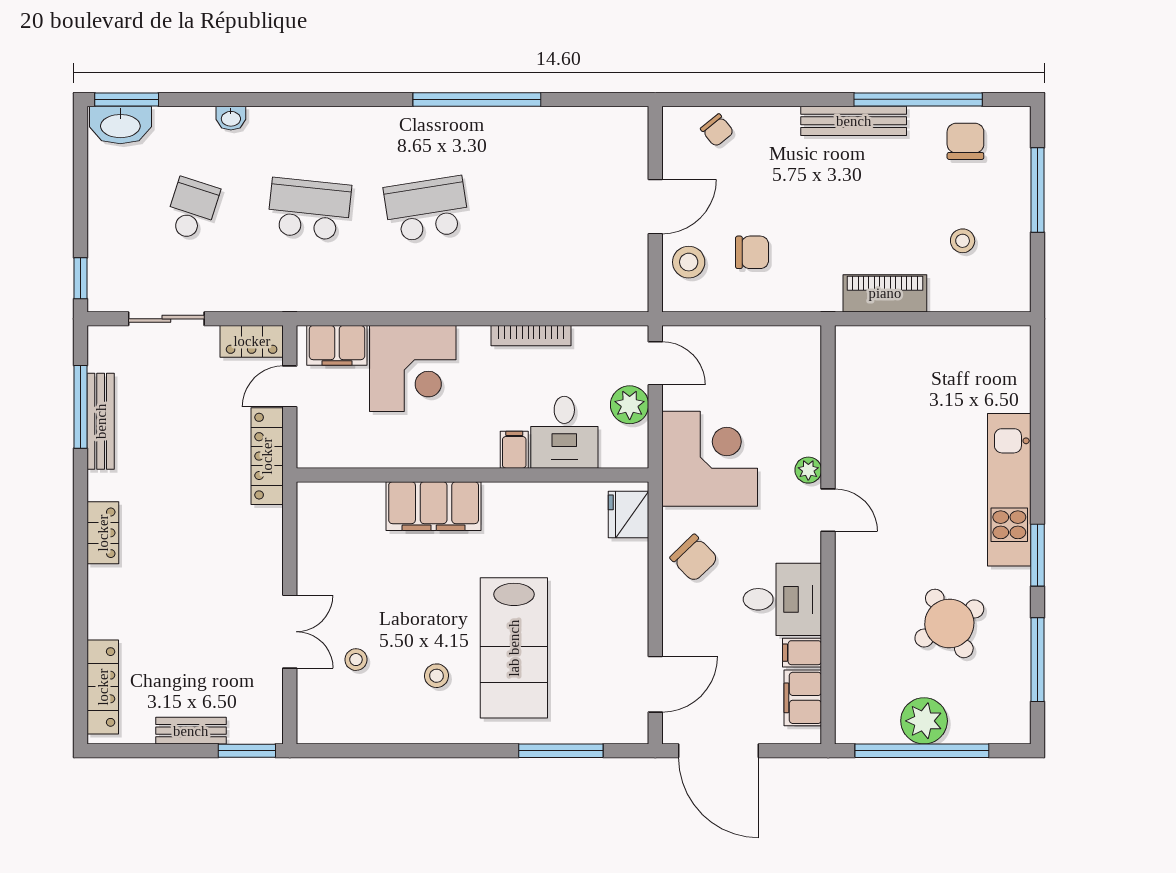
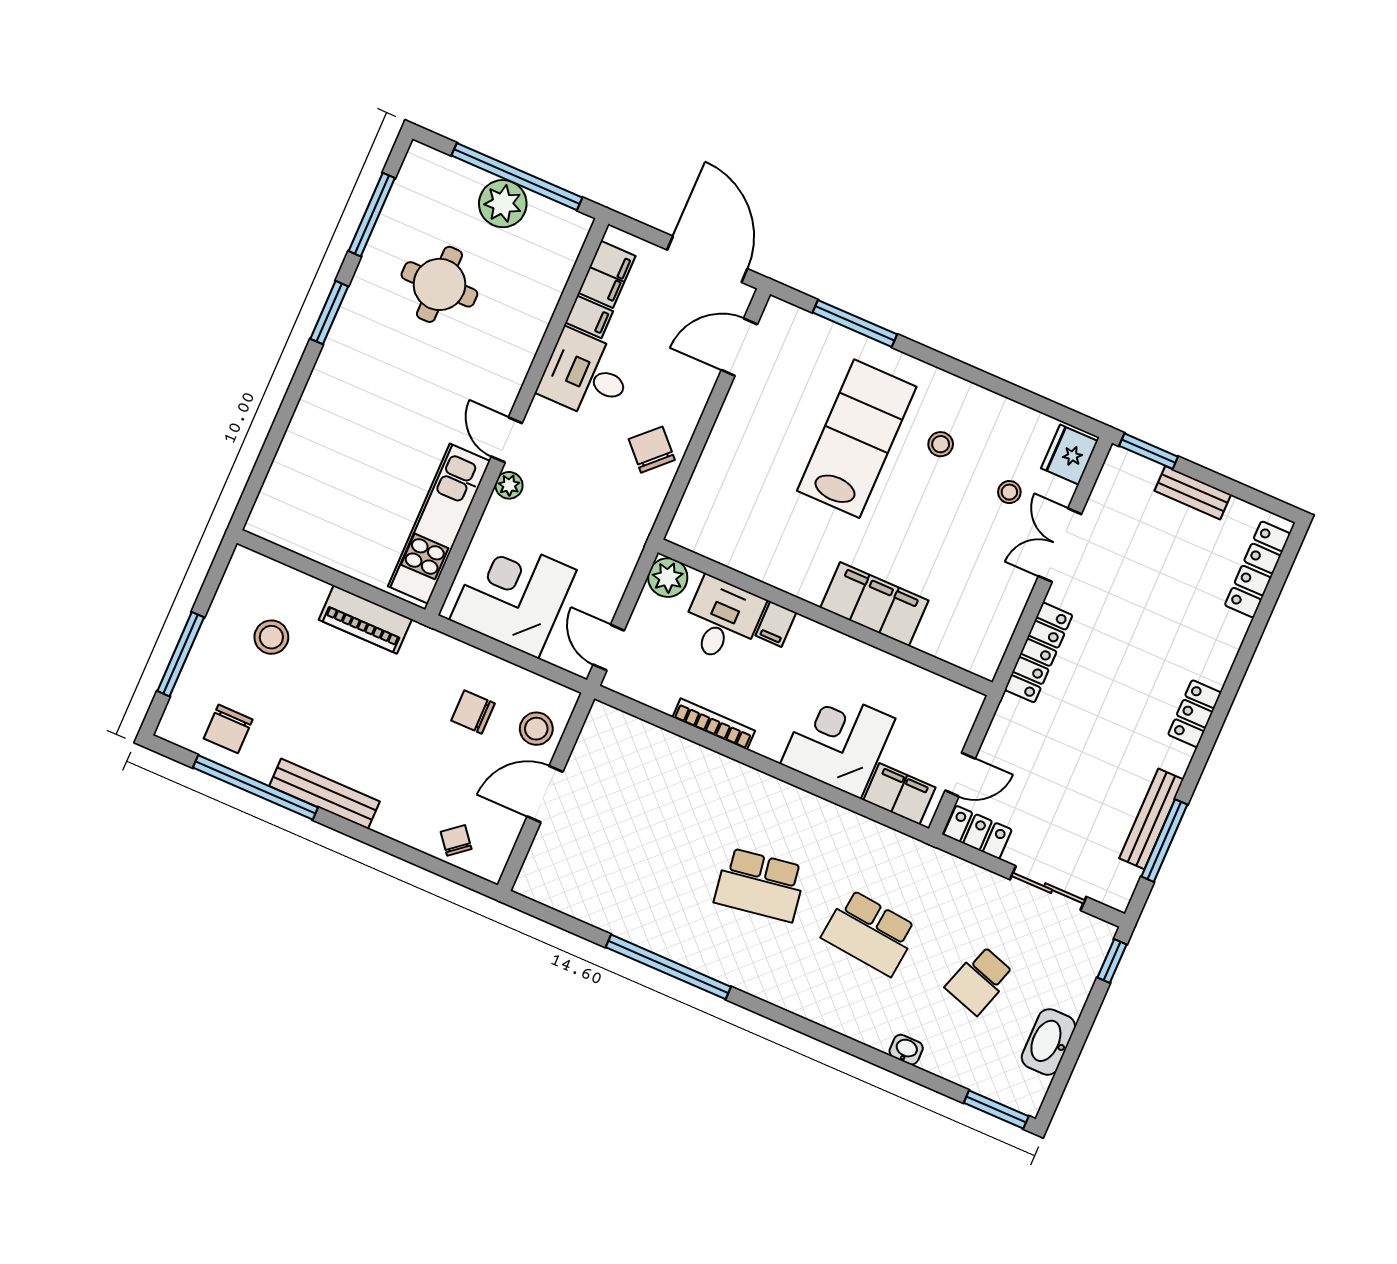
washbasin: (120, 125) -> (1048, 1042), moved, turned -90
stool: (963, 241) -> (271, 637), width x1.37, depth x1.37
plant: (630, 405) -> (668, 578), moved
locker: (267, 456) -> (1039, 652), moved
corner desk: (710, 459) -> (513, 595), moved, turned 90
kitchen unit: (1009, 490) -> (439, 524), moved, turned 180
fridge: (628, 515) -> (1069, 455), moved, turned 180
round table: (949, 623) -> (439, 284), turned 30

